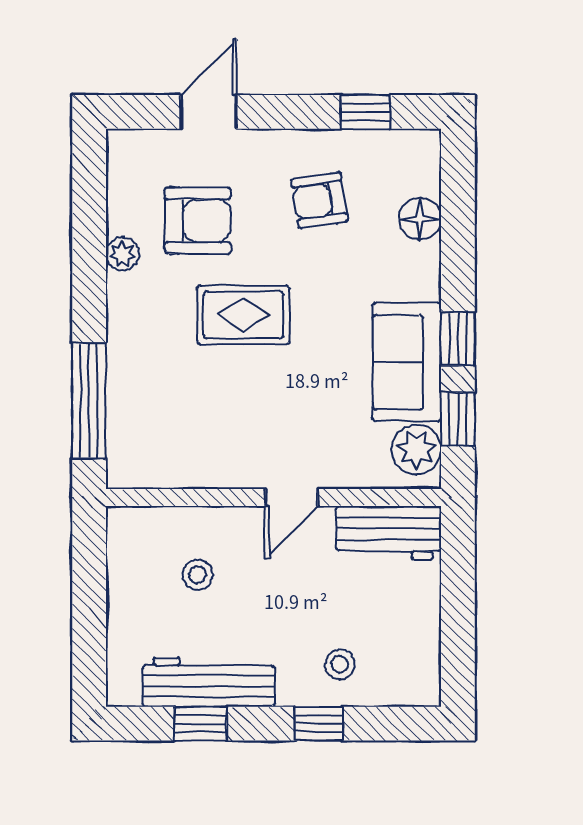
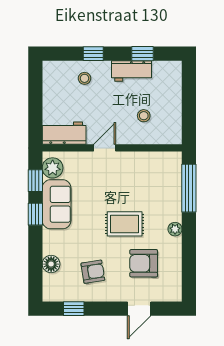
plant: (122, 254) -> (175, 229), moved
workbench: (209, 682) -> (132, 71), width x0.73

